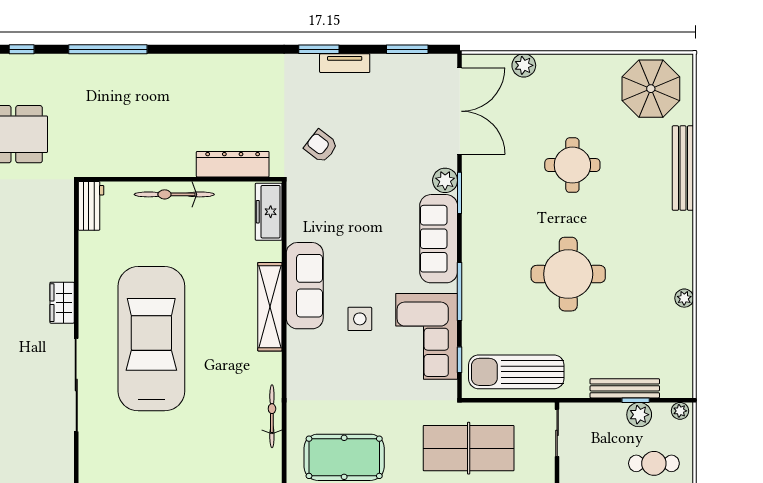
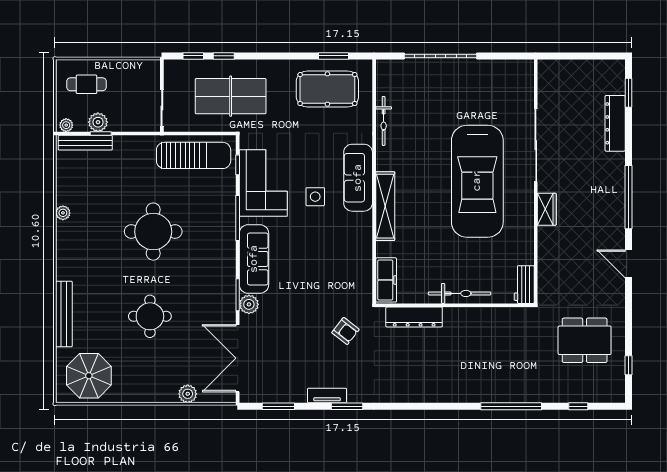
sofa: (305, 286) -> (358, 178), moved
bench: (625, 388) -> (85, 143), moved

